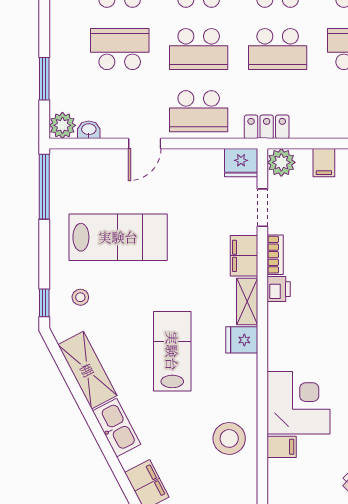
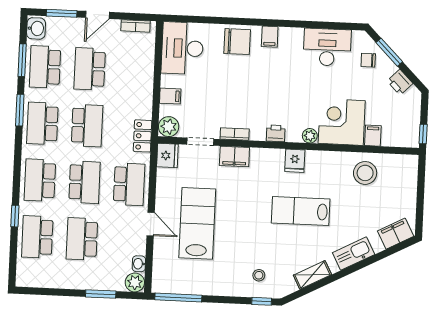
lab bench: (118, 237) -> (197, 223), moved
printer: (279, 289) -> (276, 133), moved
shelving: (247, 301) -> (267, 156), removed
plant: (277, 359) -> (310, 136), added
shelving: (87, 370) -> (312, 275), width x0.67, depth x0.75

